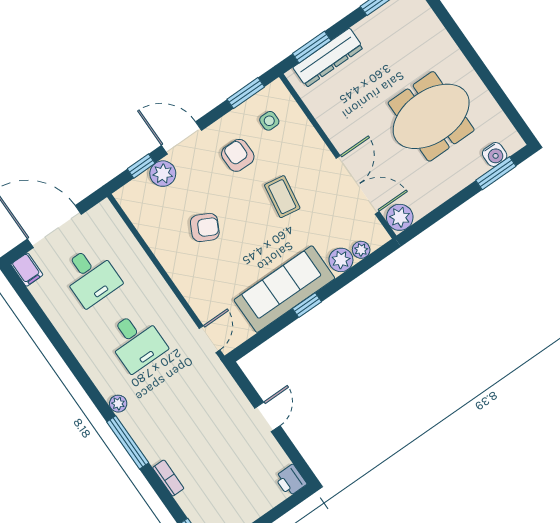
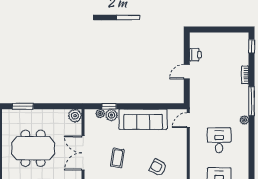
water cooler: (495, 154) -> (18, 114), removed
double door: (358, 185) -> (83, 153), moved
window: (307, 305) -> (109, 106), moved
printer: (291, 480) -> (195, 55), moved

